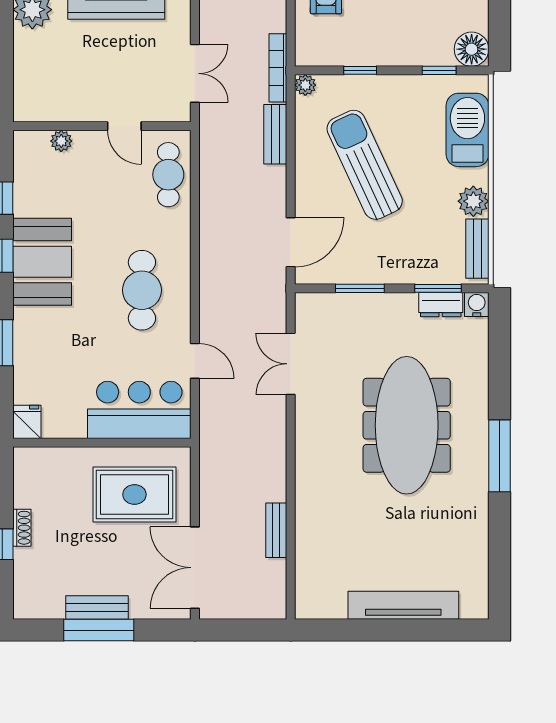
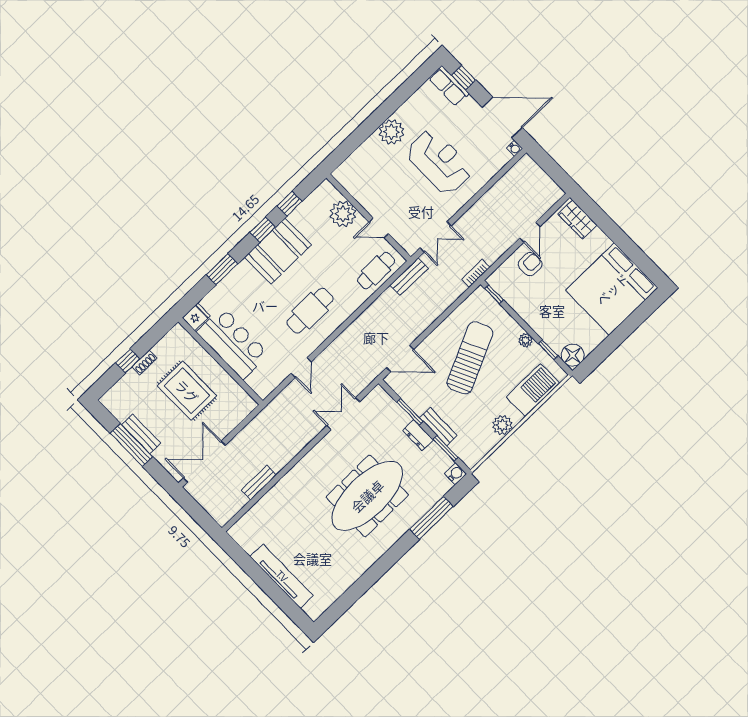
bookcase: (278, 68) -> (476, 273), width x0.64
window: (360, 70) -> (494, 294), moved
plant: (305, 85) -> (525, 340), moved
door: (124, 126) -> (379, 228), hinge flipped
bench: (275, 134) -> (409, 277), moved
plant: (61, 141) -> (343, 214), width x1.87, depth x1.87
bench: (477, 249) -> (438, 427), moved, turned 90
dresser: (441, 305) -> (418, 435), moved
bar counter: (139, 410) -> (233, 343), moved
window: (499, 456) -> (431, 518), moved
rug: (134, 495) -> (187, 391), moved

